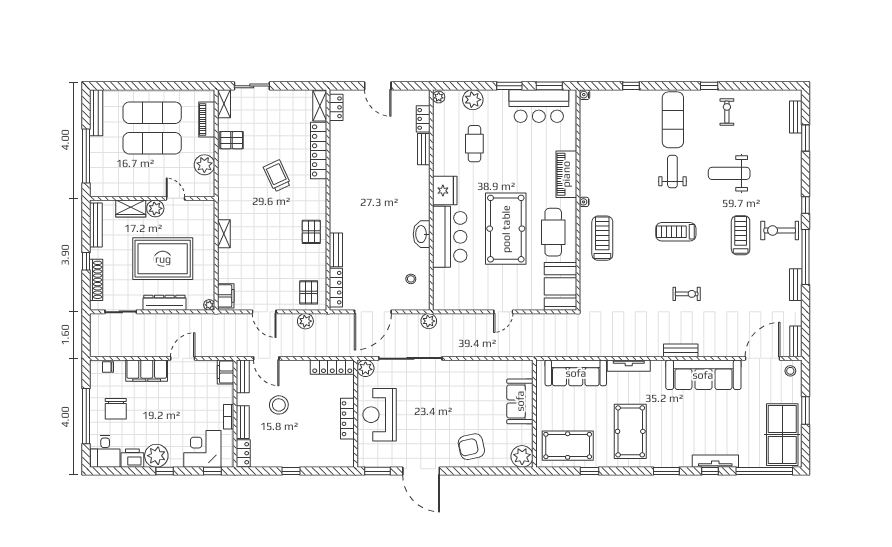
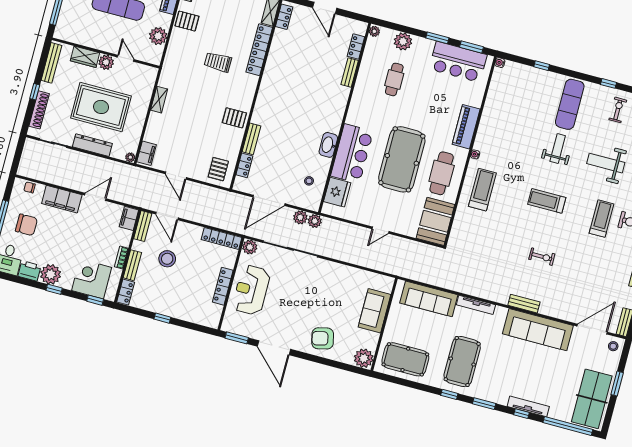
trolley: (277, 176) -> (218, 62), turned -65
fridge: (445, 191) -> (337, 192), moved
pallet: (311, 232) -> (234, 118), turned 90
locker: (336, 288) -> (244, 165), width x0.66
plant: (305, 321) -> (300, 217), moved
chair: (116, 409) -> (26, 225), turned -90
window: (590, 471) -> (449, 394), moved

